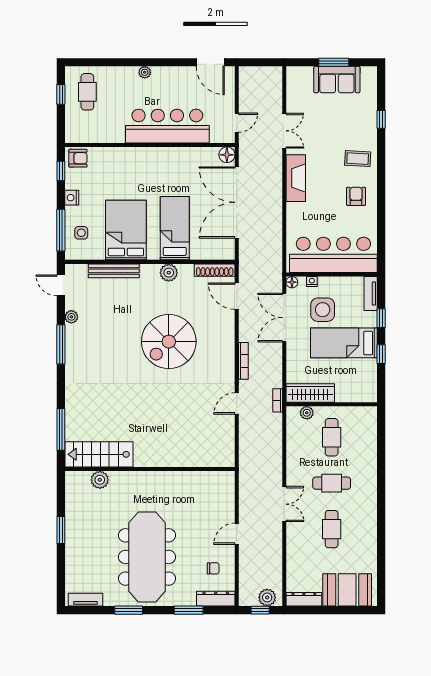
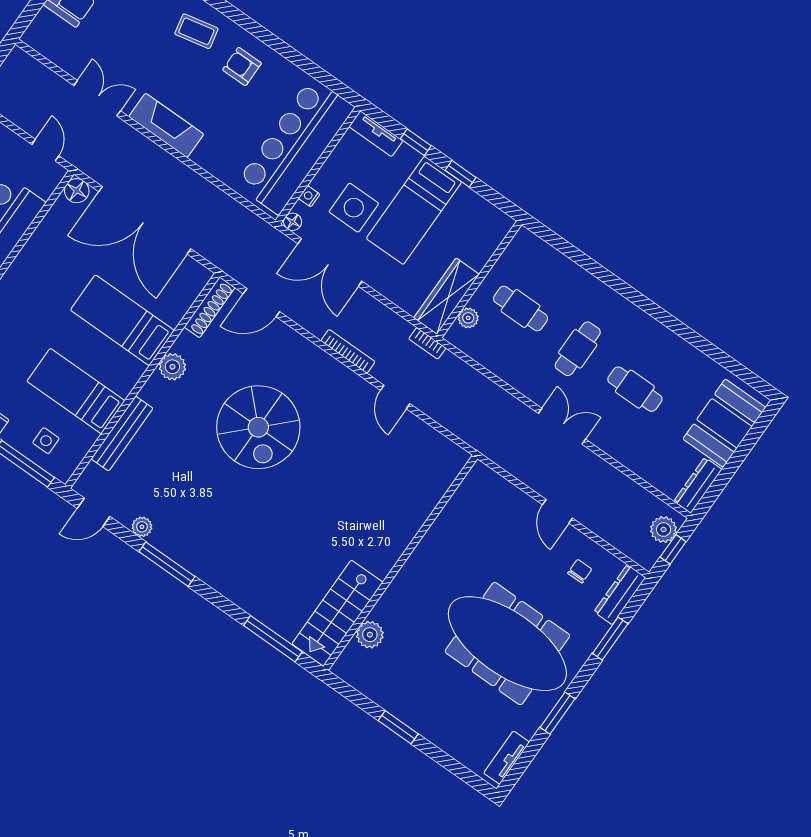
coffee table: (358, 159) -> (196, 31), turned 75
bed: (126, 230) -> (76, 391), width x0.67

